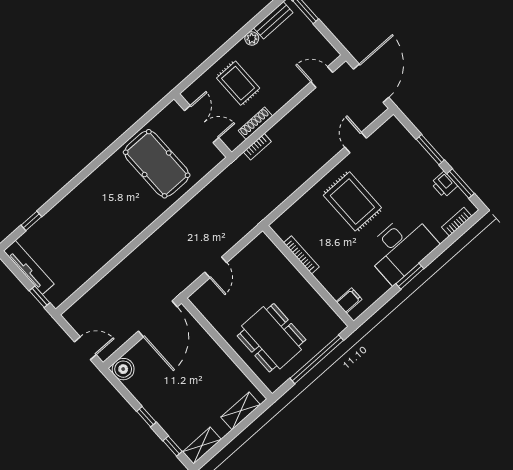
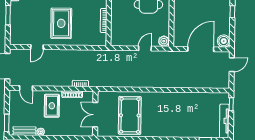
rug: (238, 83) -> (52, 106), moved
plant: (200, 299) -> (164, 41), added
door: (158, 319) -> (201, 49), moved
door: (85, 348) -> (232, 65), swing flipped

